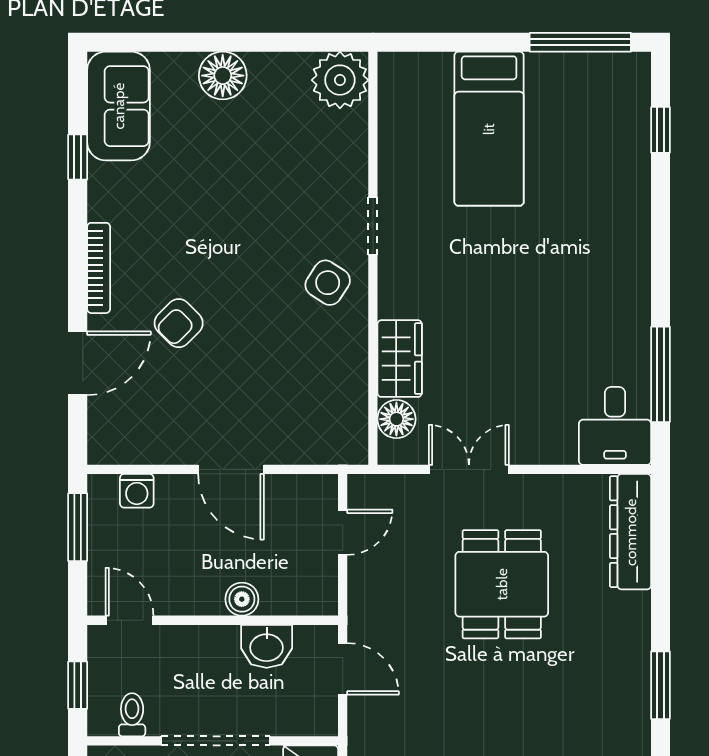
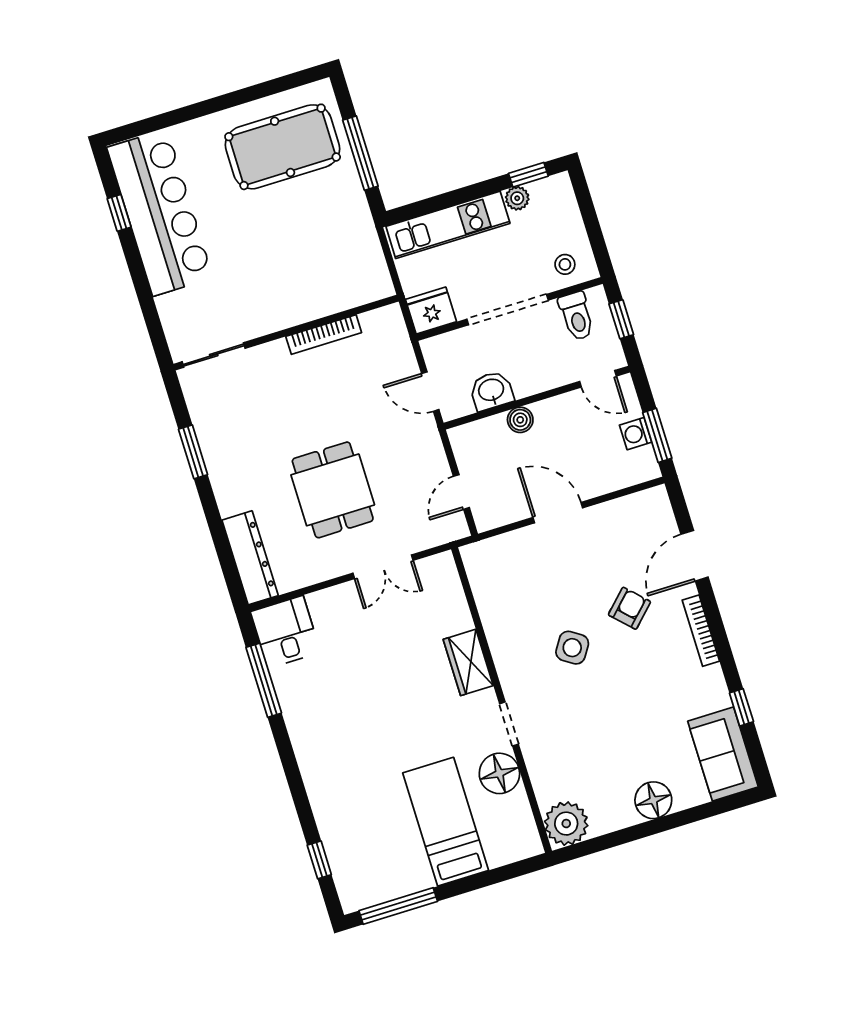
side table: (328, 283) -> (572, 648), moved
wardrobe: (400, 359) -> (468, 662), moved
floor lamp: (396, 419) -> (499, 773), moved, width x1.38, depth x1.38
washing machine: (137, 491) -> (636, 434), moved, turned -90
toilet: (132, 715) -> (577, 316), width x1.37, depth x1.39

